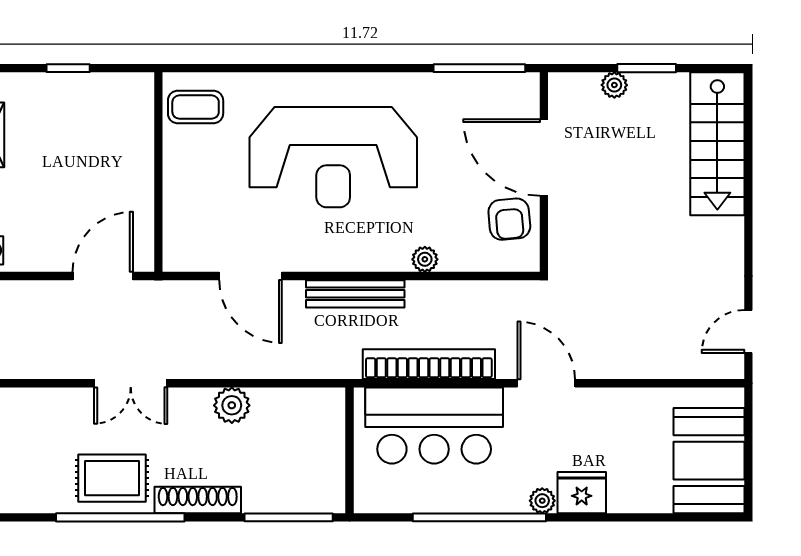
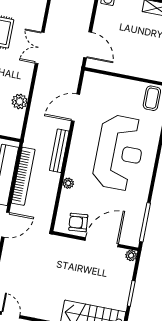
plant: (614, 85) -> (131, 255), moved
reception desk: (333, 157) -> (119, 153), turned 180
plant: (232, 405) -> (20, 101), moved

